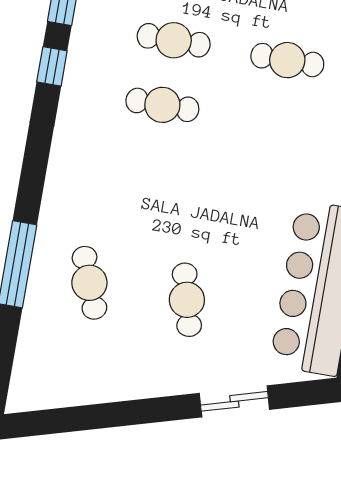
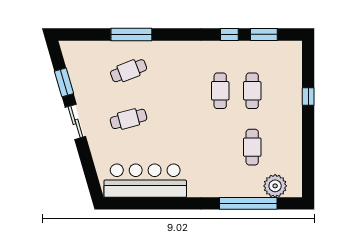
sliding door: (234, 401) -> (75, 122), moved
window: (90, 417) -> (64, 82), added

